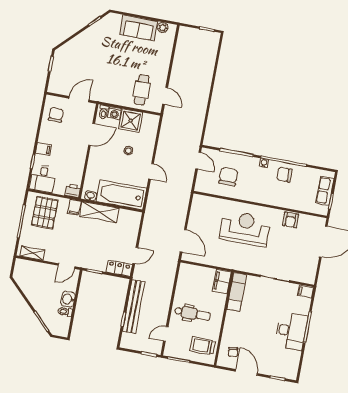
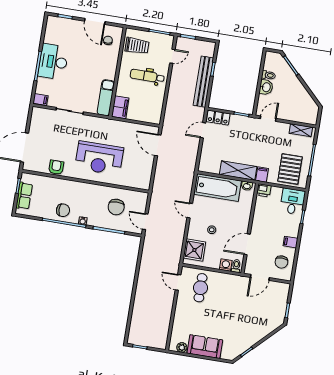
shower: (131, 121) -> (194, 250), moved
filing cabinet: (43, 149) -> (291, 242), moved

